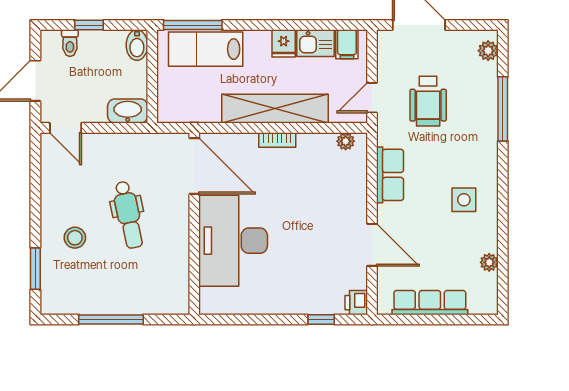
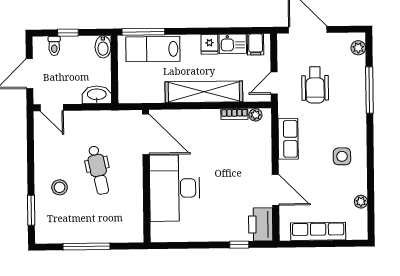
bookcase: (277, 140) -> (234, 114), moved
printer: (356, 303) -> (261, 224), width x1.87, depth x1.48

